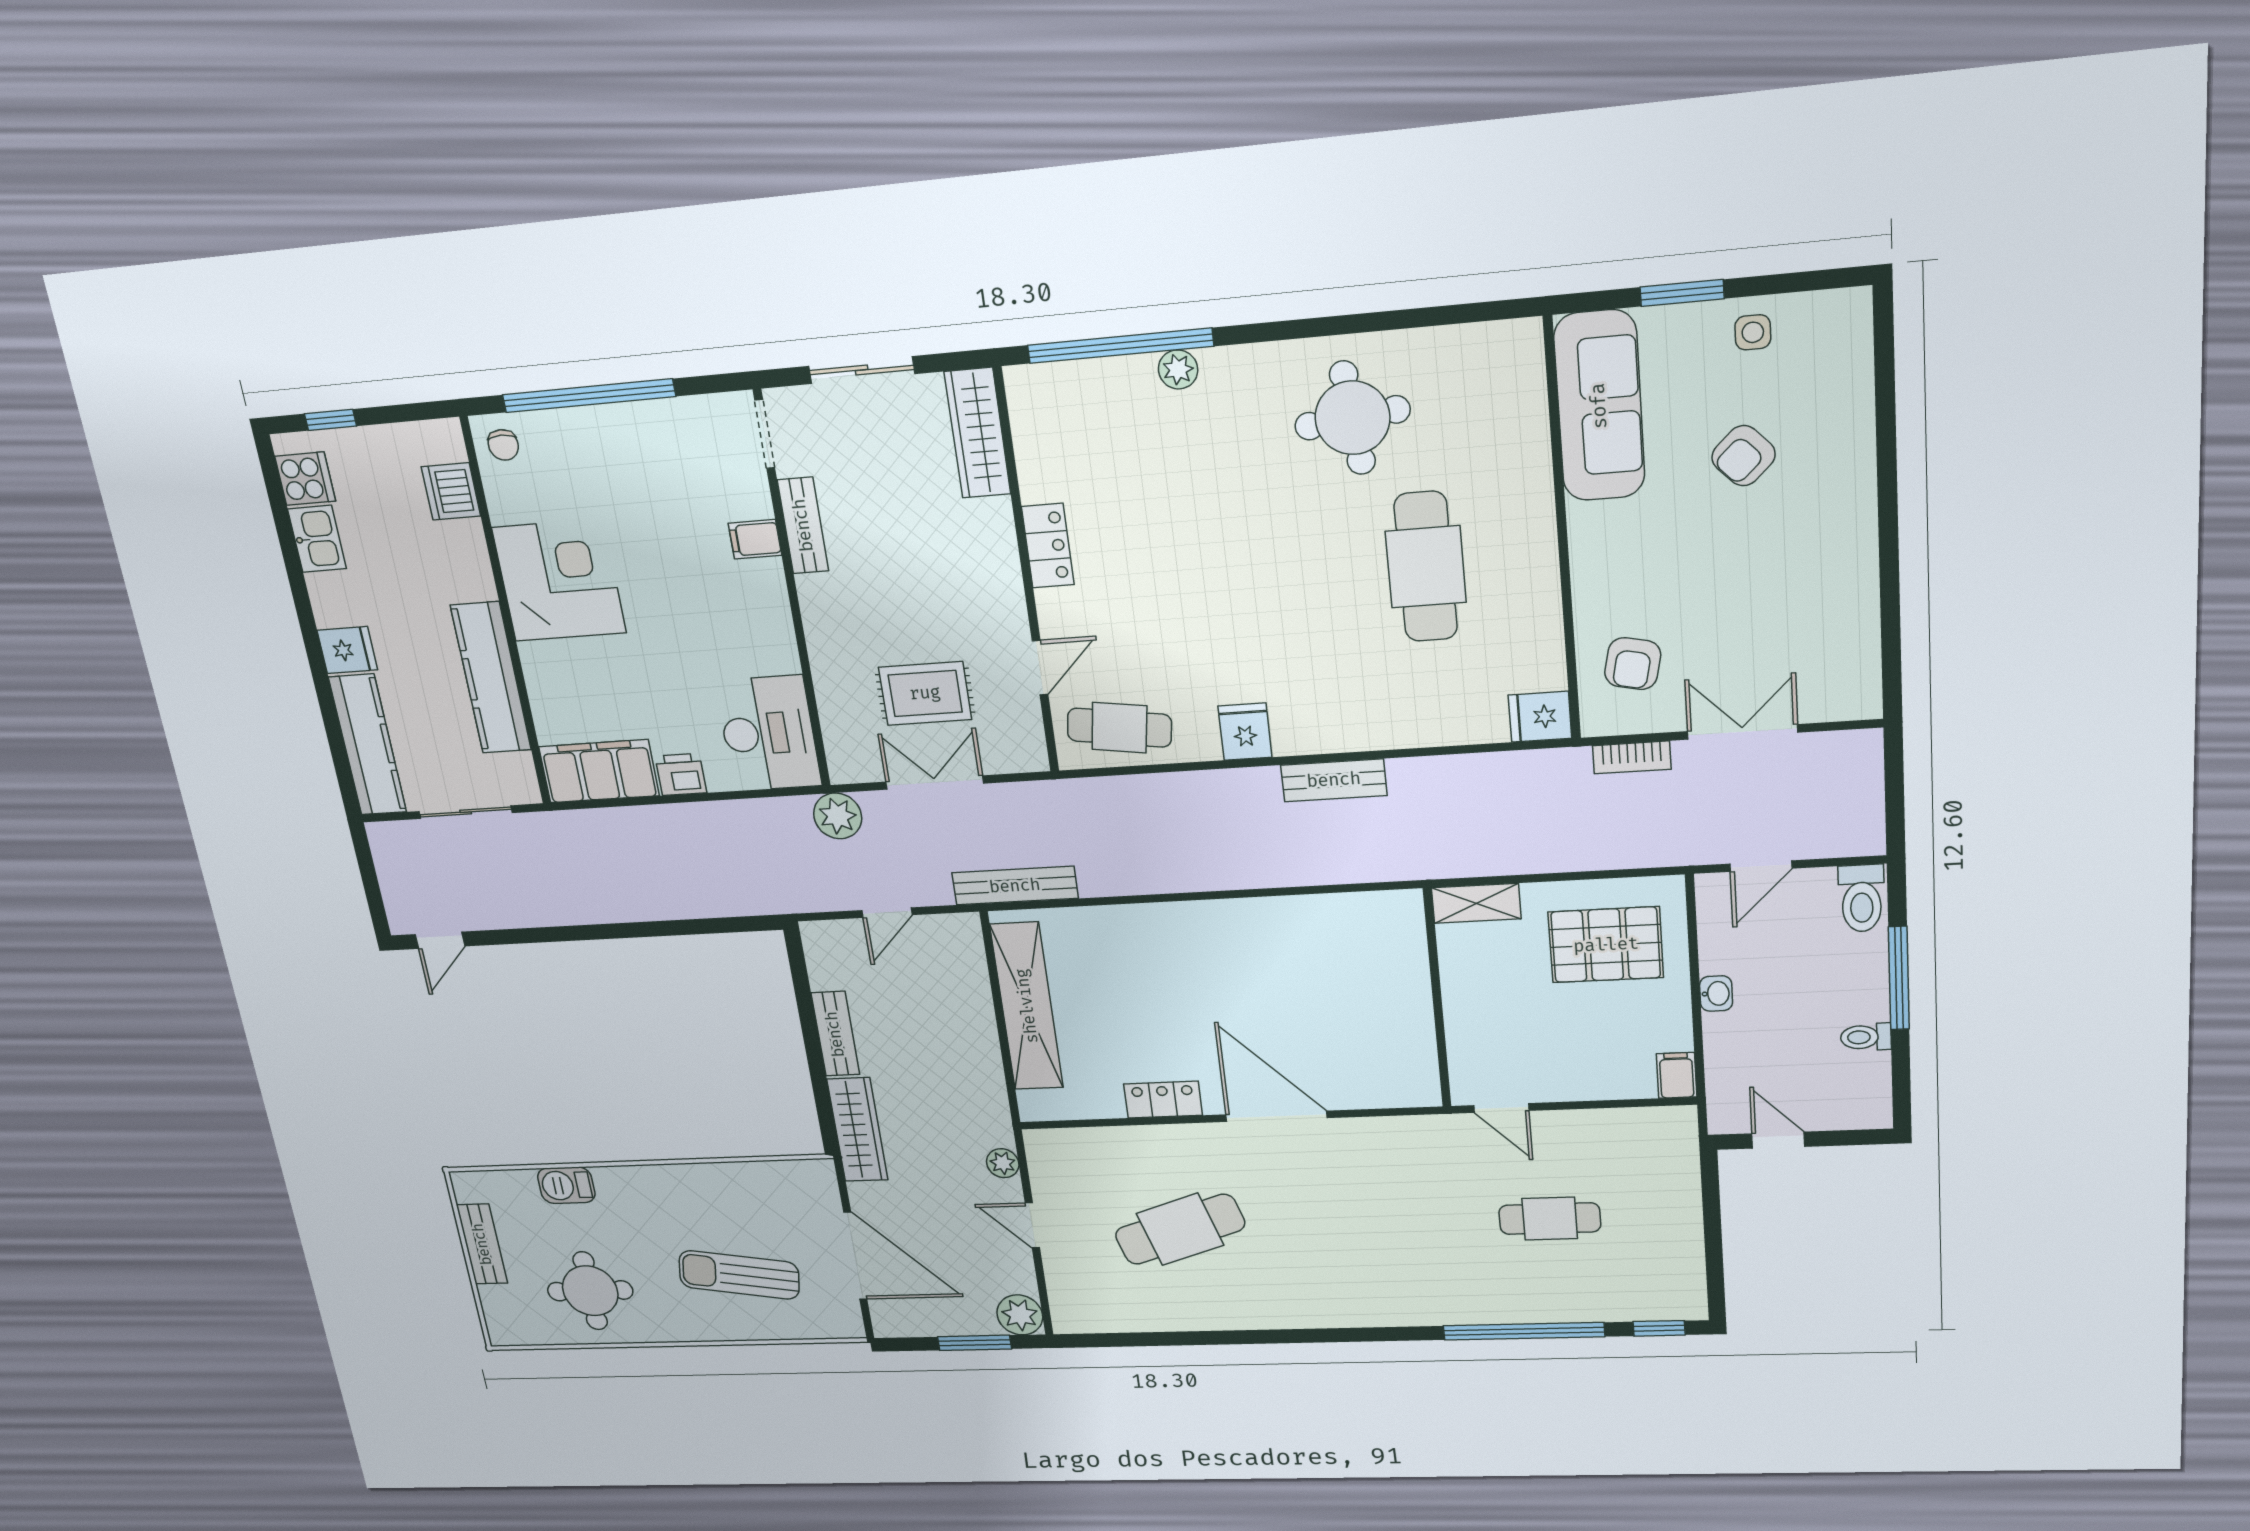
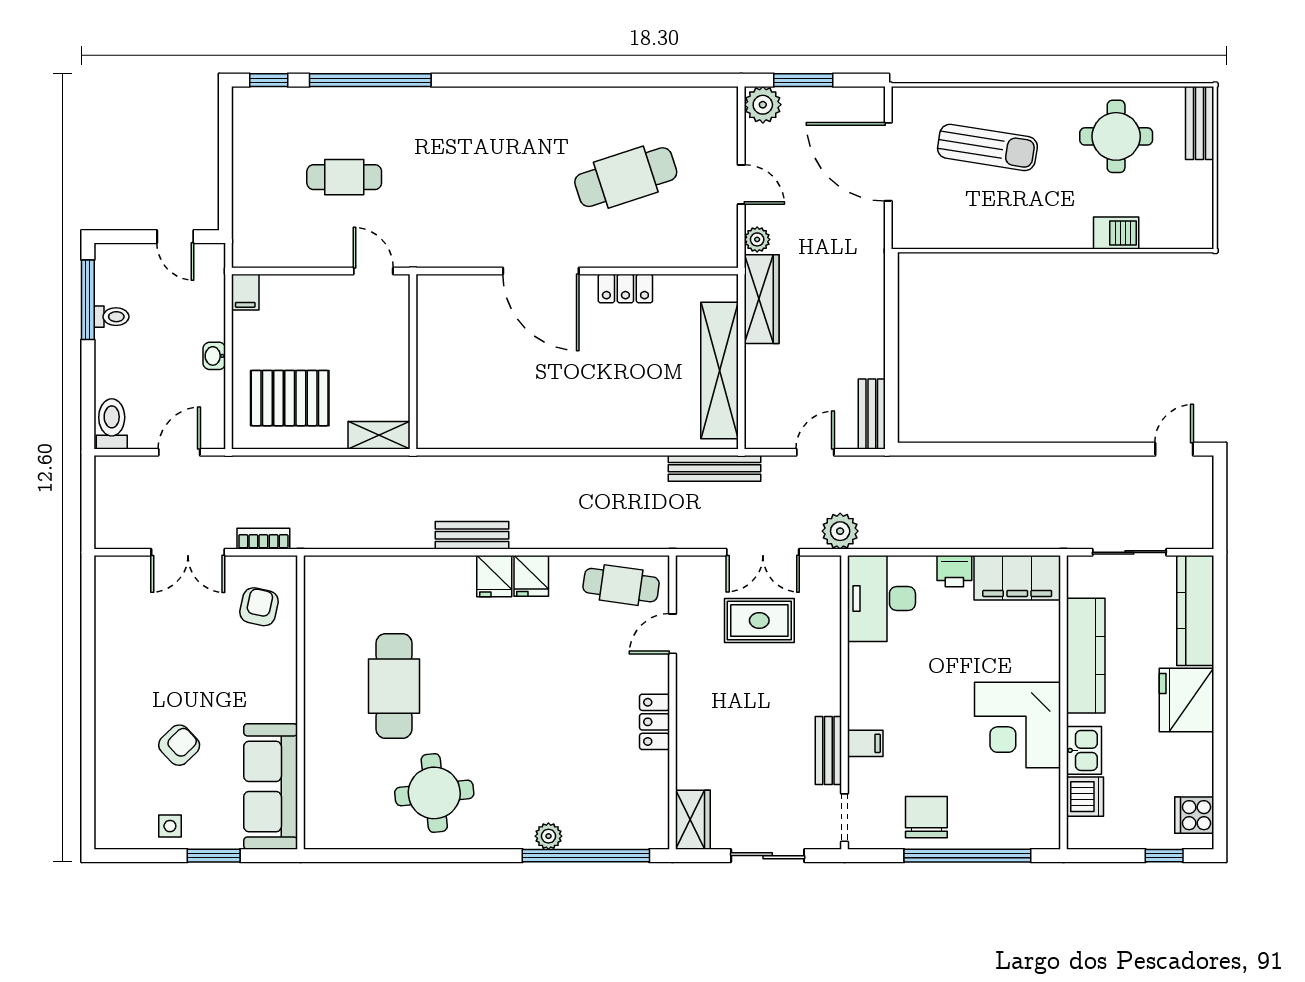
wardrobe: (978, 433) -> (693, 820), width x0.67
chair: (503, 445) -> (926, 817), moved, width x1.87, depth x1.87
kitchen sink: (317, 539) -> (1084, 750), moved, turned 180
fridge: (347, 650) -> (1186, 700), width x1.88, depth x1.34
fridge: (1540, 717) -> (494, 576), moved, turned 90
window: (1899, 978) -> (88, 300), moved
bench: (835, 1034) -> (872, 414), moved
wardrobe: (857, 1130) -> (762, 299), moved, turned 180
bench: (482, 1244) -> (1200, 123), moved

